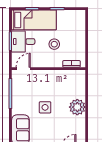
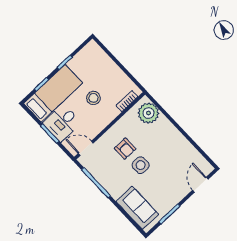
door: (23, 69) -> (86, 148), hinge flipped
armchair: (45, 90) -> (125, 149), added
plant: (77, 107) -> (148, 113), moved

